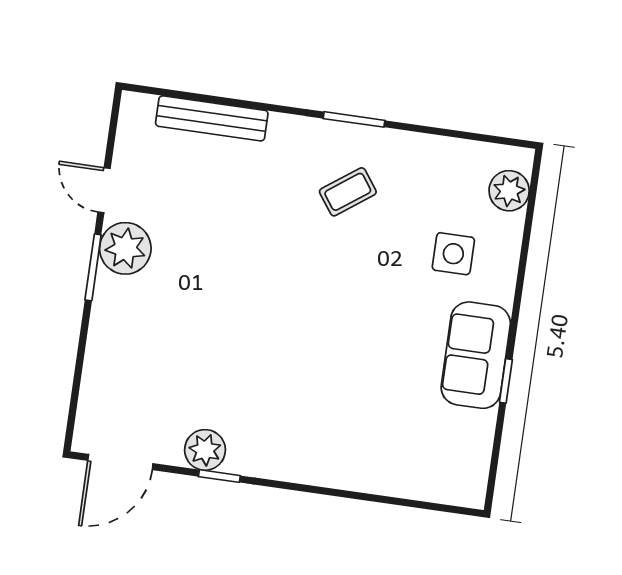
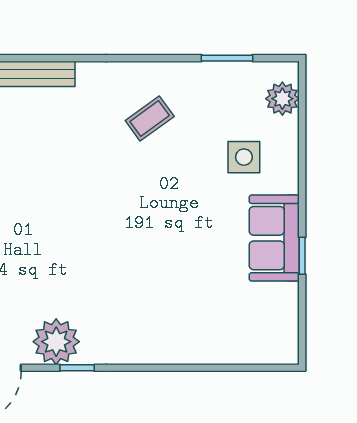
window: (354, 119) -> (227, 58), moved
plant: (205, 450) -> (56, 342), width x1.36, depth x1.36

